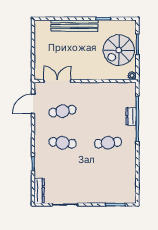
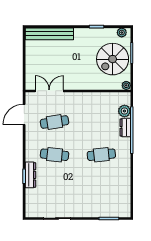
plant: (128, 24) -> (122, 33), added
bench: (74, 26) -> (49, 34), moved
plant: (130, 100) -> (124, 111), added
dresser: (39, 191) -> (30, 175), moved

